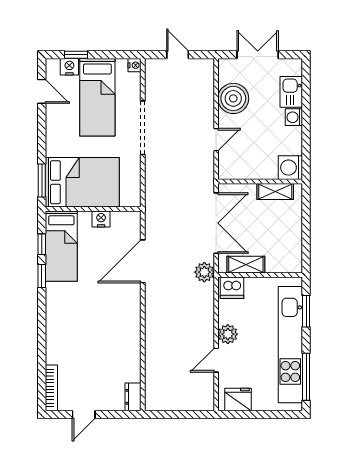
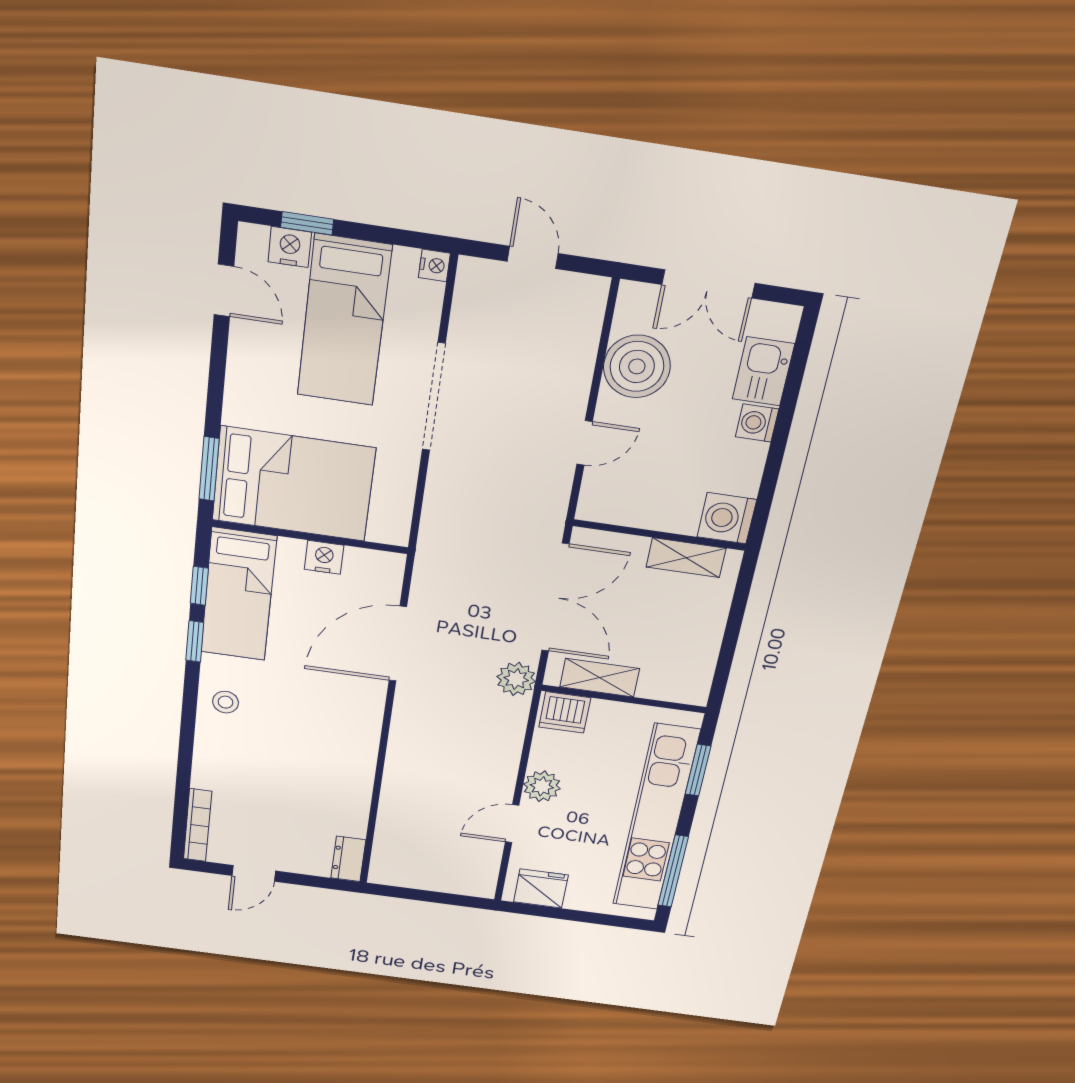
double door: (258, 55) -> (708, 284), swing flipped
stool: (60, 309) -> (226, 702), added

